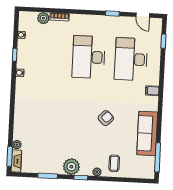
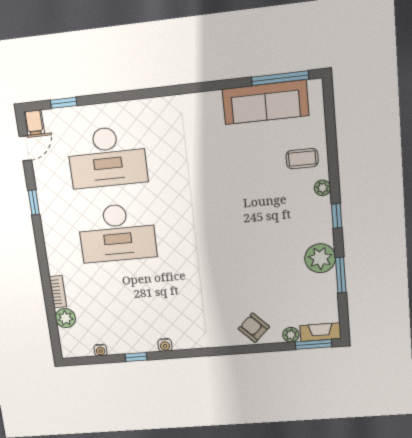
filing cabinet: (152, 91) -> (34, 123), moved
armchair: (106, 118) -> (254, 328), moved
sofa: (147, 133) -> (265, 102), moved
plant: (71, 167) -> (320, 258), moved

